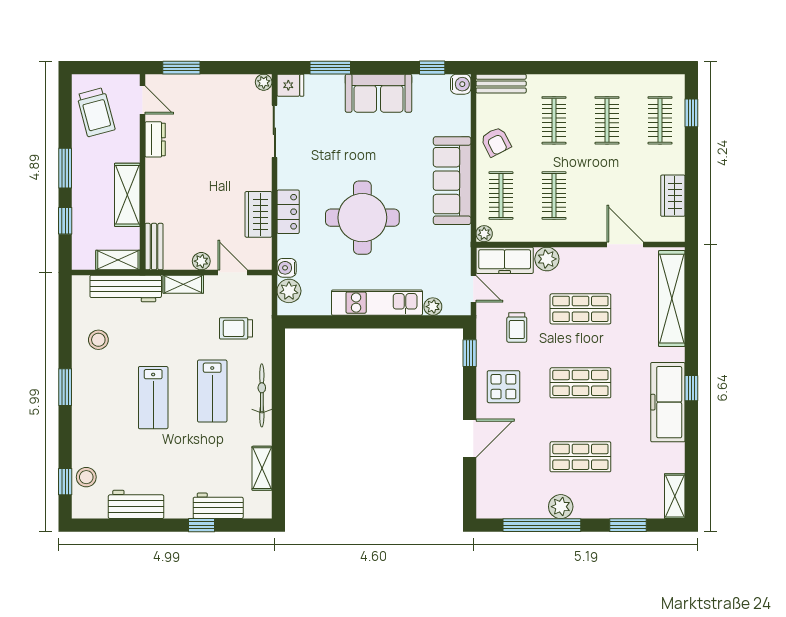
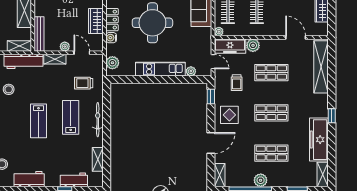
bench: (154, 247) -> (39, 34), width x1.36
water cooler: (287, 268) -> (111, 38), moved
lab bench: (212, 391) -> (71, 117), turned 180
freezer: (668, 402) -> (319, 140), moved
shelving: (486, 497) -> (220, 175), added

